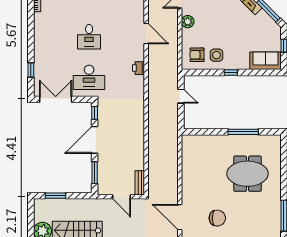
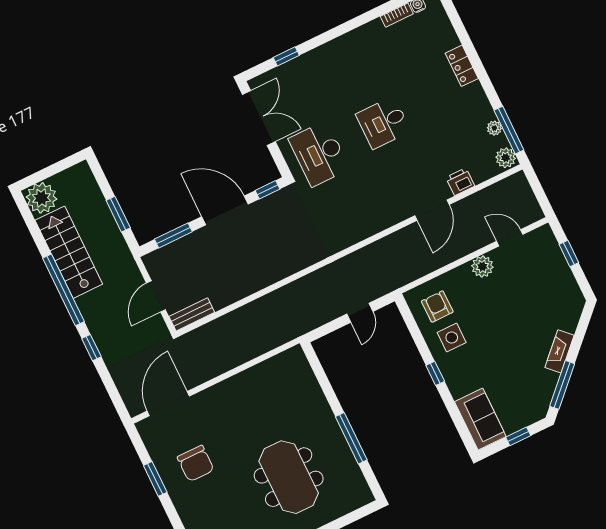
printer: (139, 68) -> (460, 182), moved
window: (56, 196) -> (118, 214), moved

